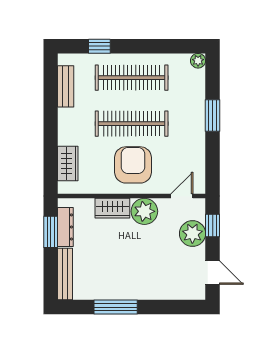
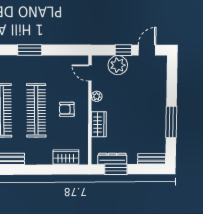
armchair: (133, 165) -> (67, 109), width x0.53, depth x0.53
plant: (144, 211) -> (97, 96), width x0.53, depth x0.53
window: (213, 226) -> (123, 50), moved
bench: (65, 274) -> (152, 159), width x0.73

